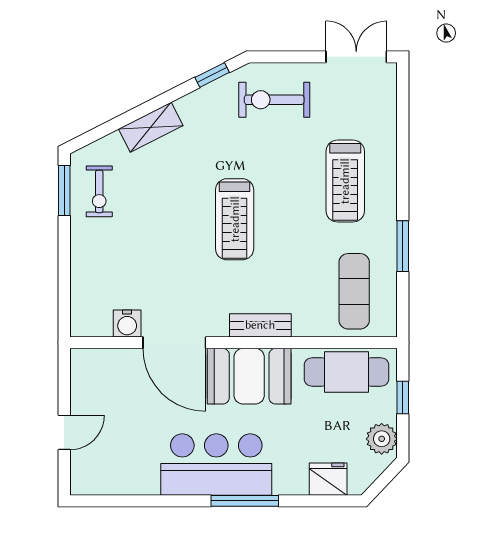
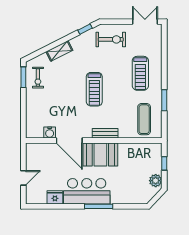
exercise bike: (274, 100) -> (111, 39), turned 180
cafe table: (347, 372) -> (141, 153), removed
fridge: (328, 479) -> (55, 197), moved

